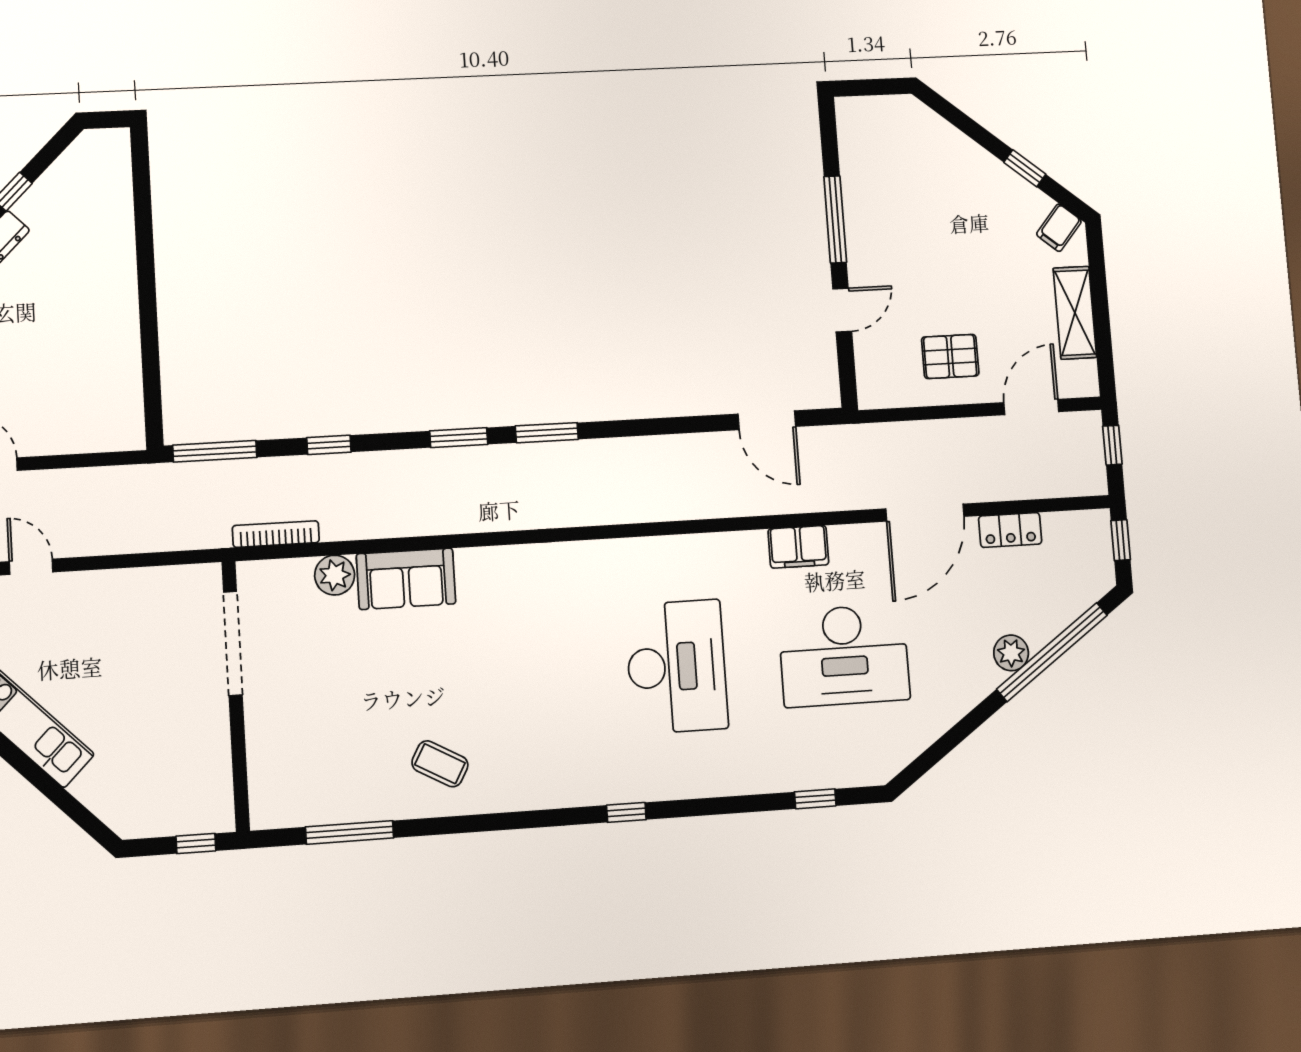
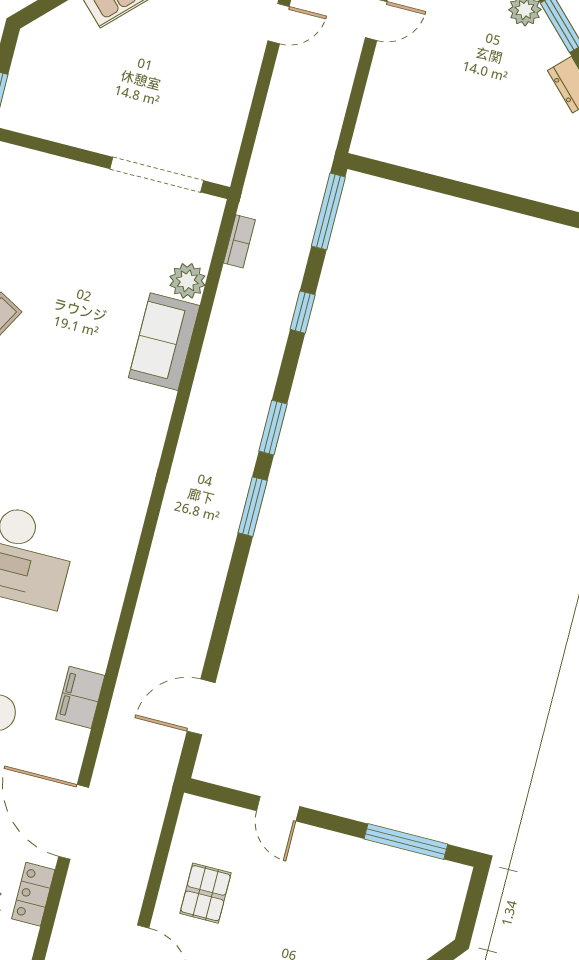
window: (835, 219) -> (406, 841), moved
bookcase: (276, 534) -> (239, 241), width x0.64

